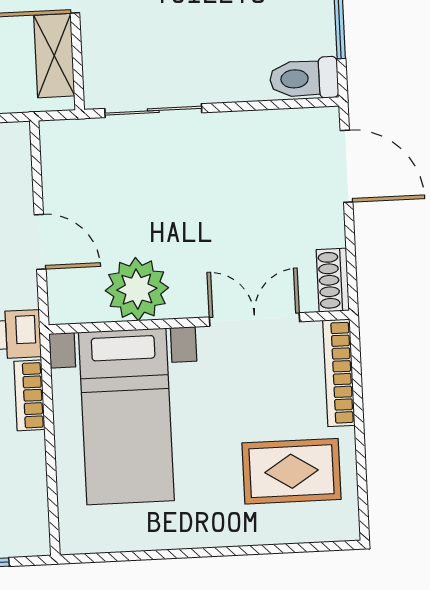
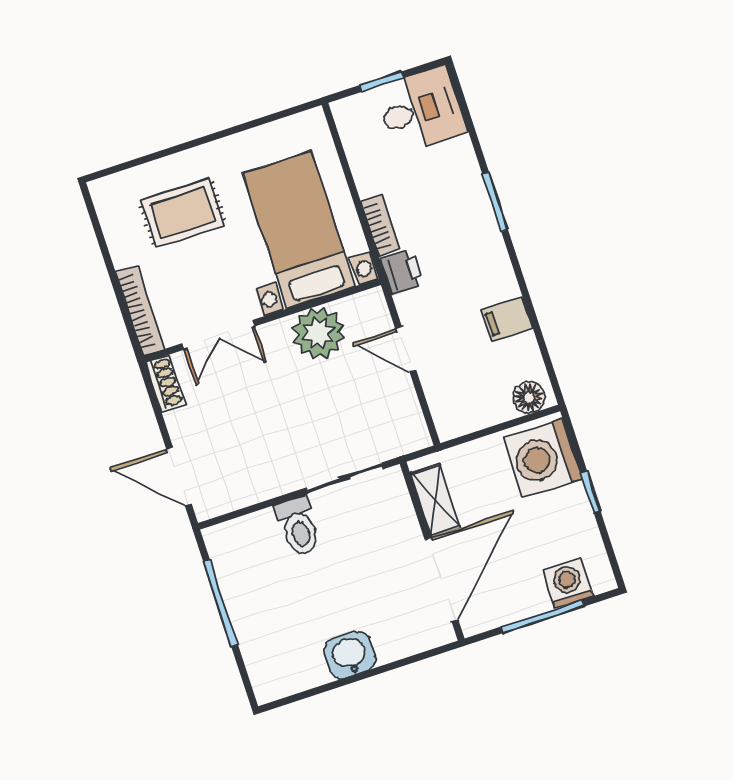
toilet: (304, 78) -> (298, 527), moved, turned 90
rug: (291, 471) -> (183, 213), moved

